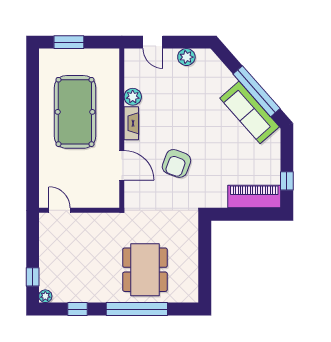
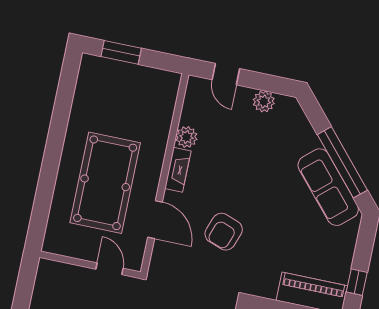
pool table: (75, 112) -> (105, 183), moved
door: (60, 210) -> (110, 269), moved

